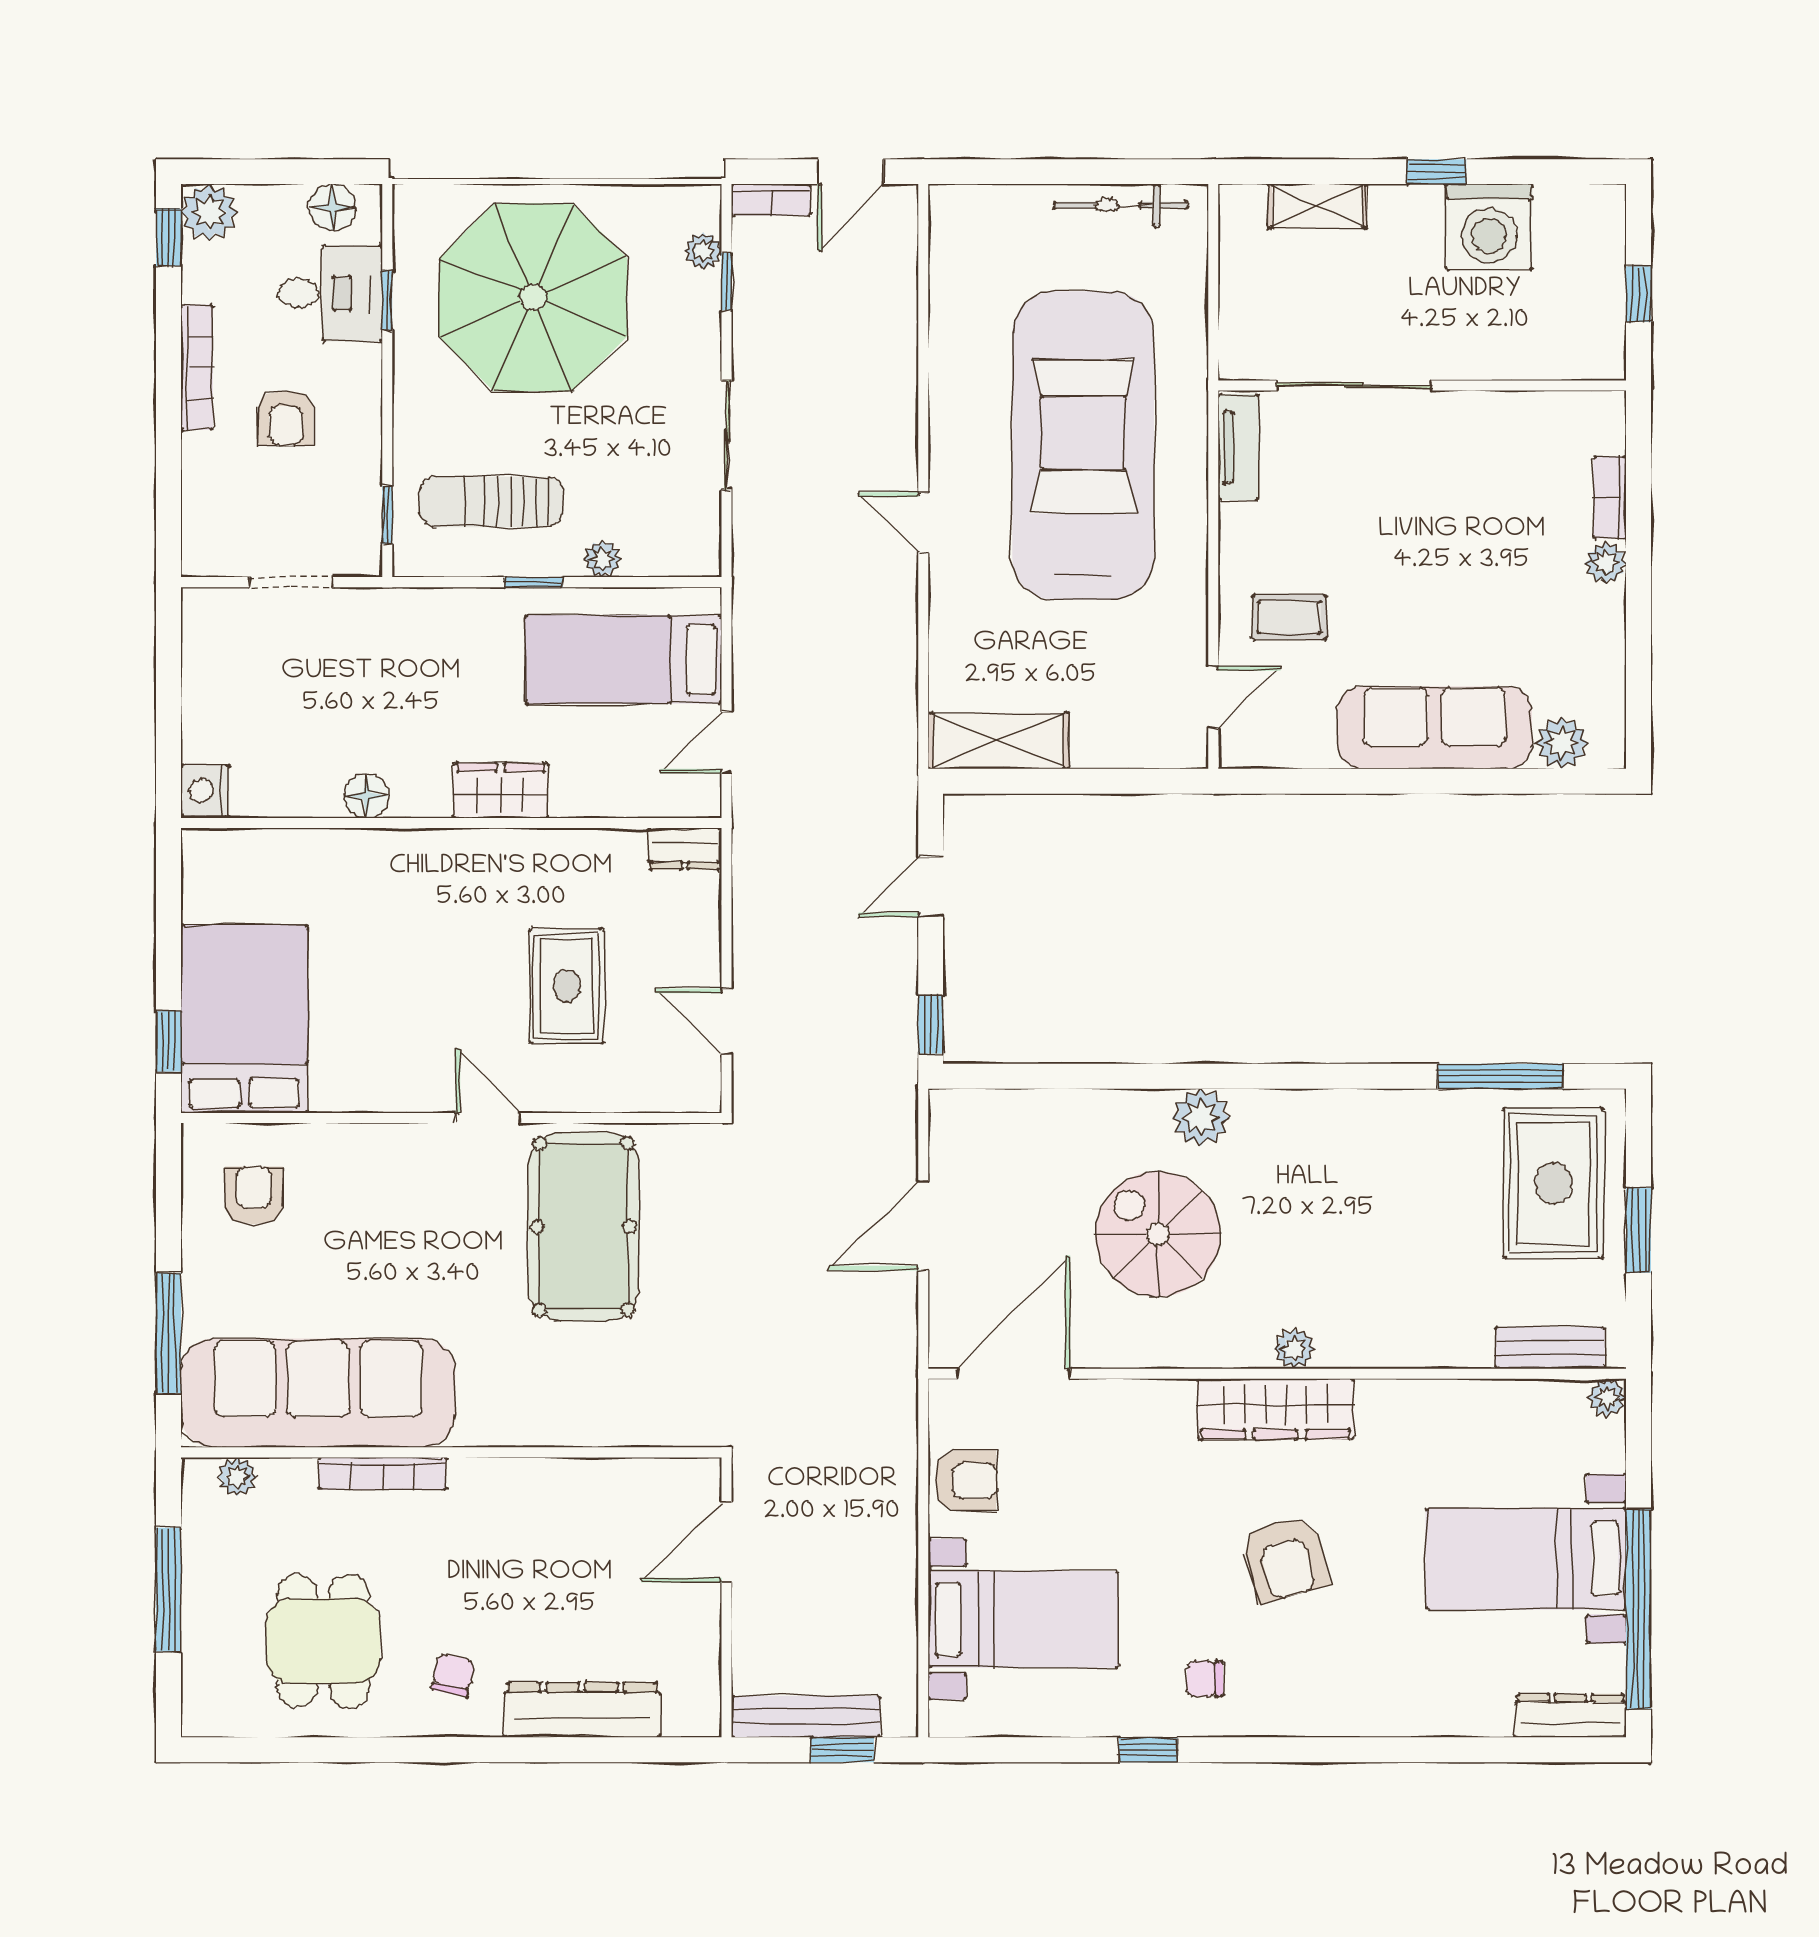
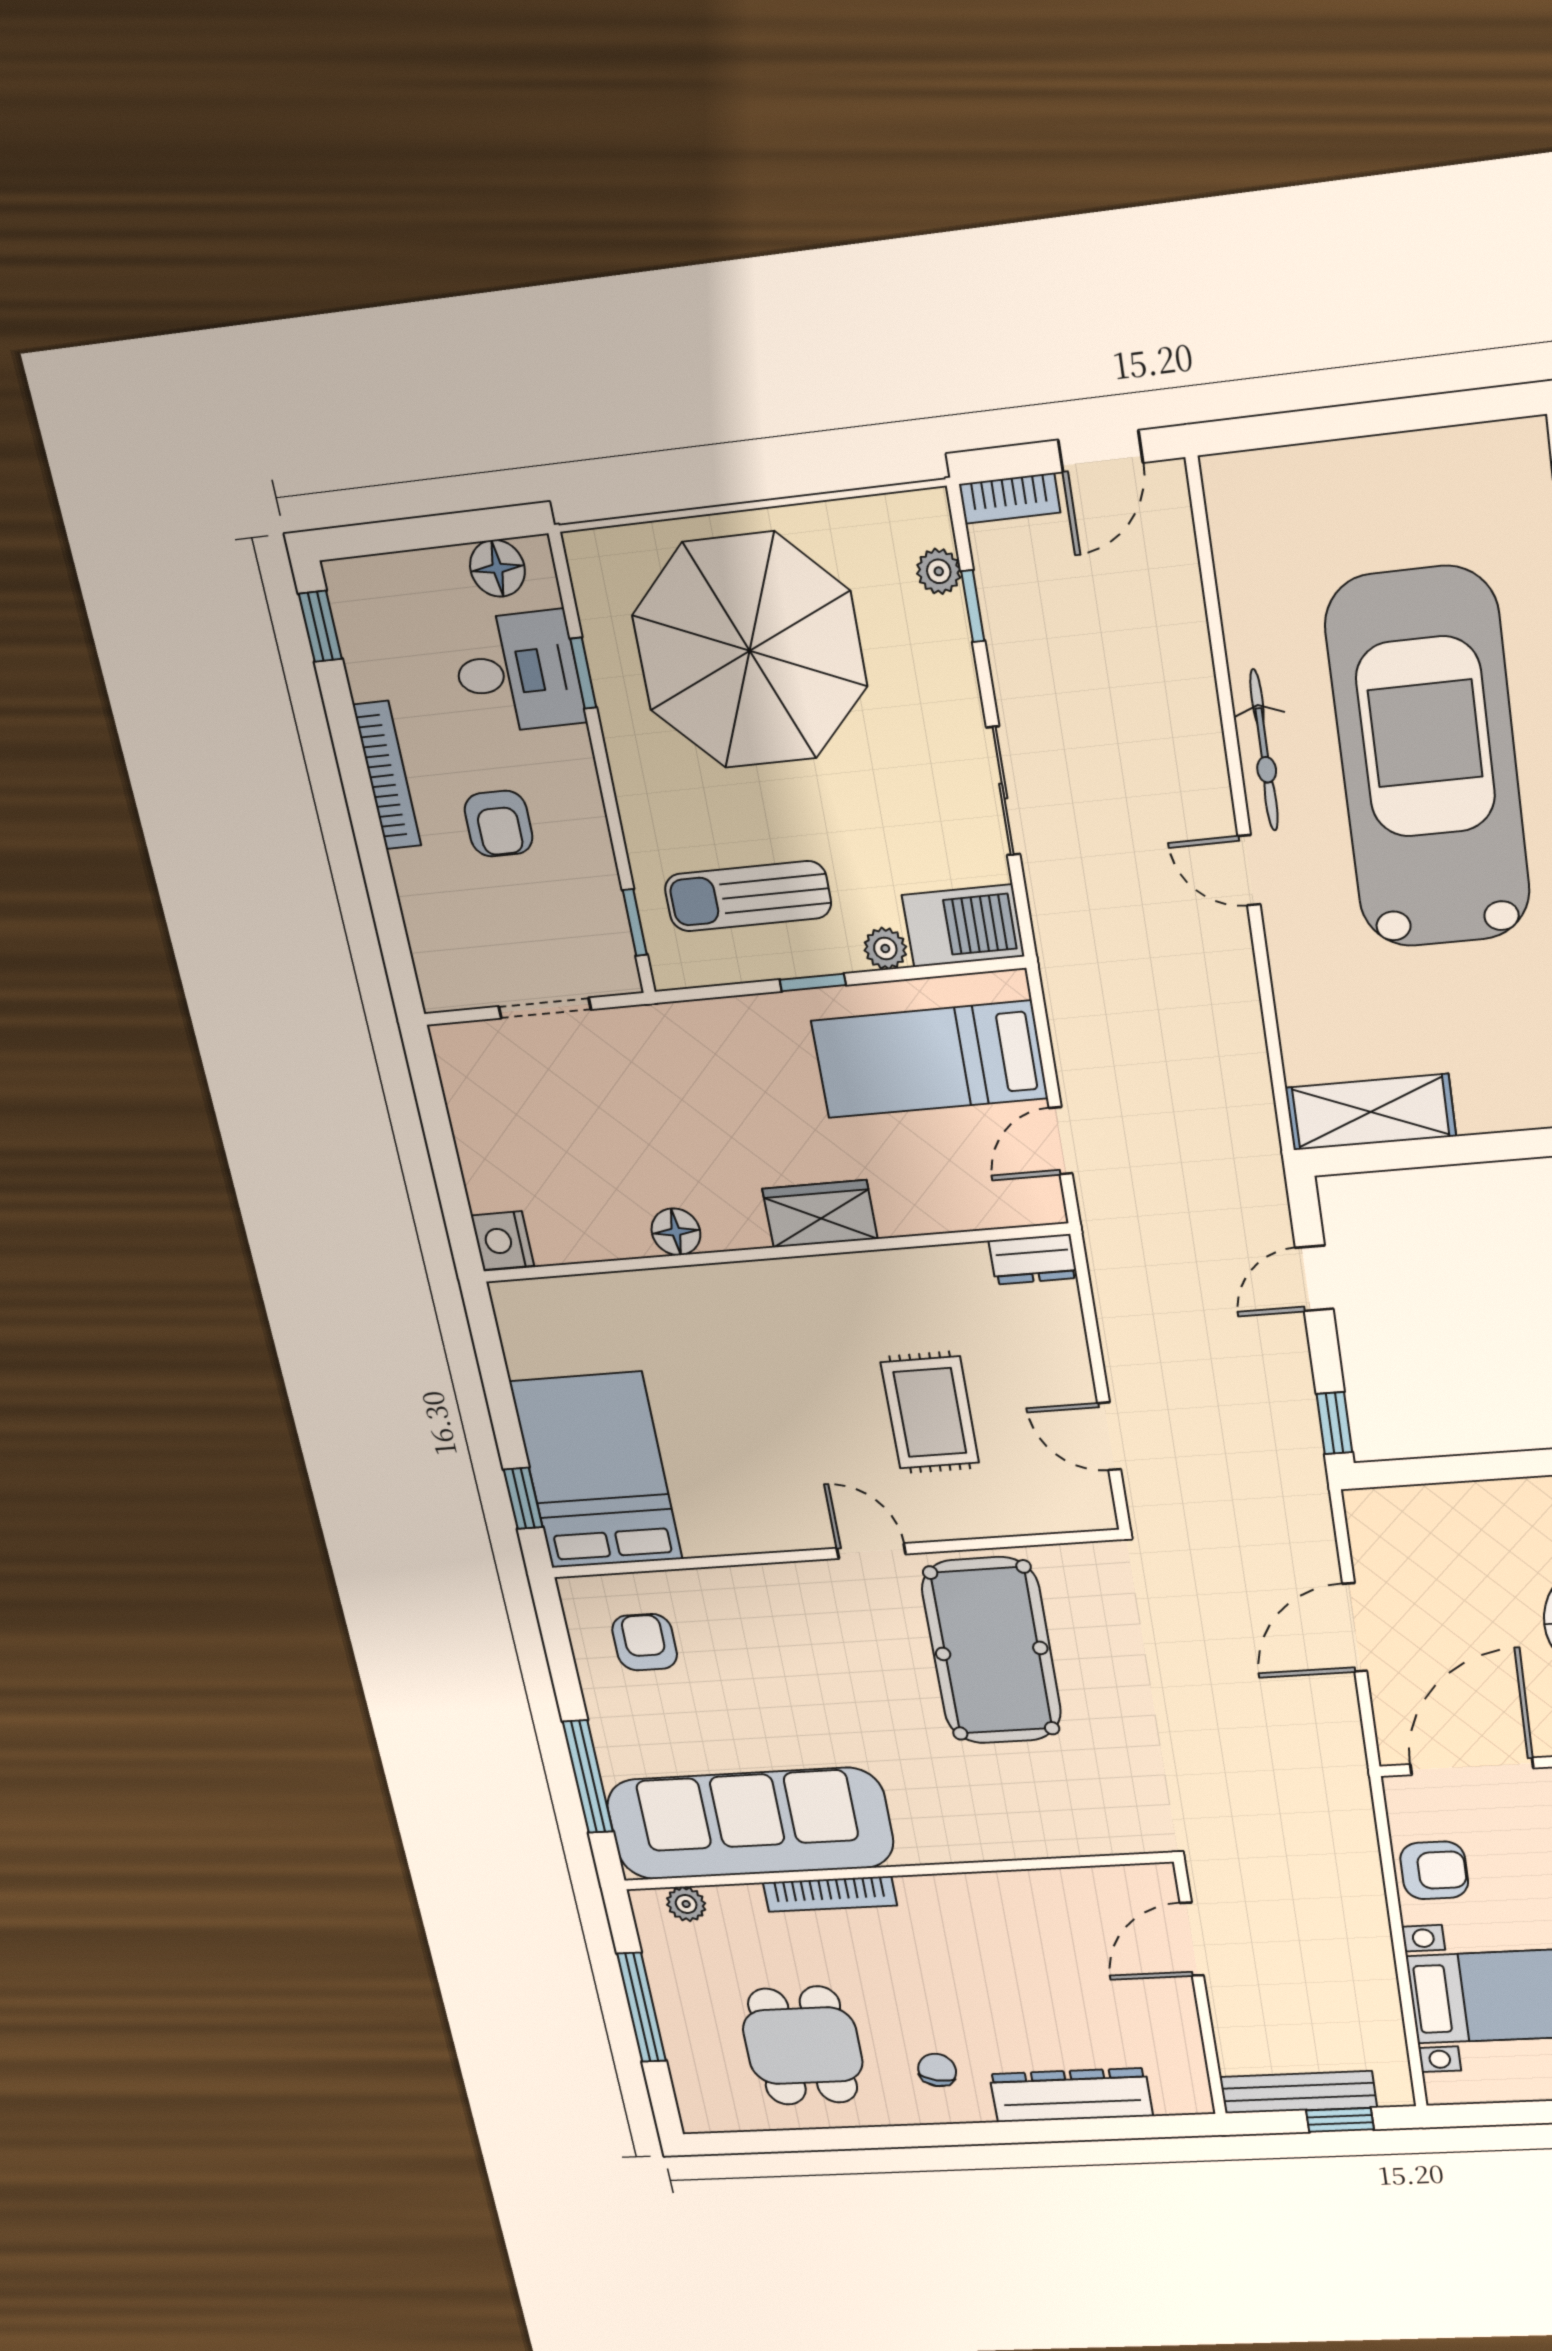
bicycle: (1121, 205) -> (1264, 750), moved, turned -90
plant: (209, 212) -> (359, 591), removed
barbecue: (673, 546) -> (963, 926), added

